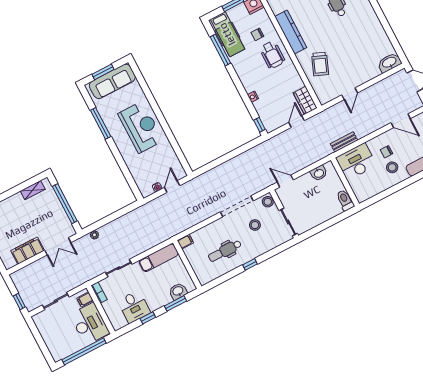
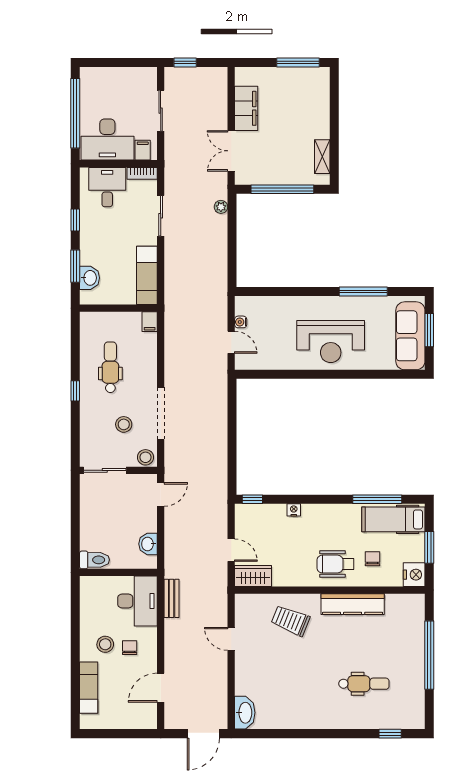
desk: (134, 307) -> (107, 187), moved, turned 90

